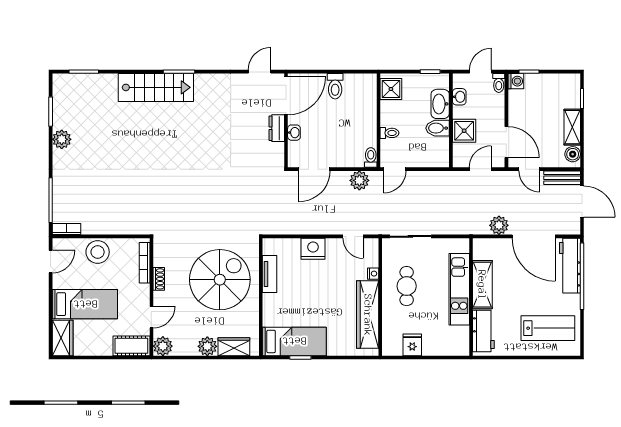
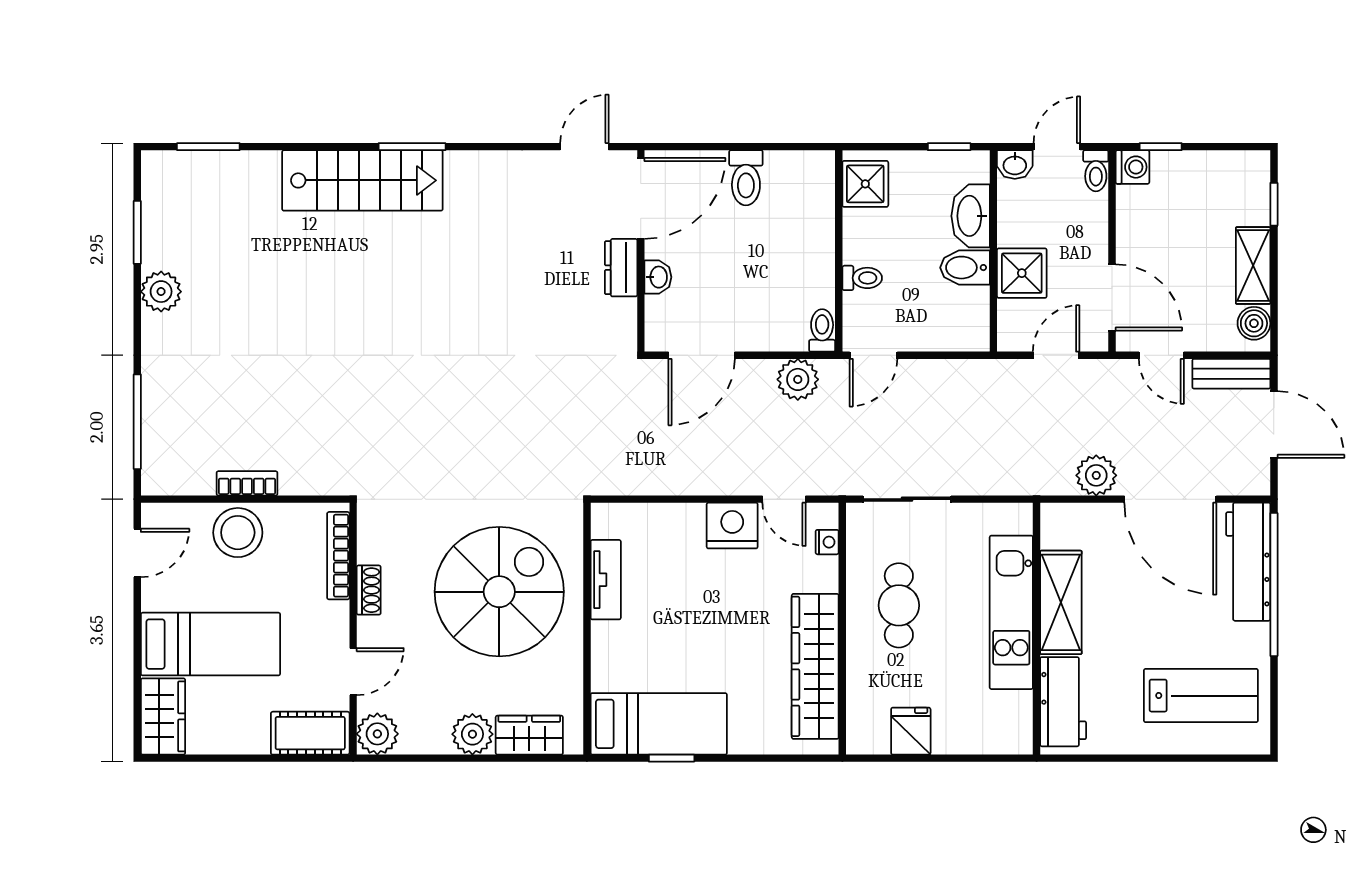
washbasin: (459, 97) -> (1015, 165), moved, turned 90
bookcase: (66, 229) -> (247, 483), moved
nightstand: (313, 249) -> (732, 526), moved
nightstand: (373, 274) -> (827, 542), moved

